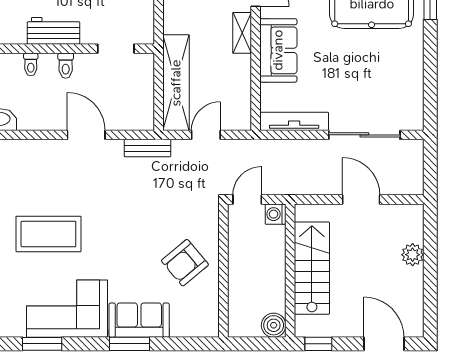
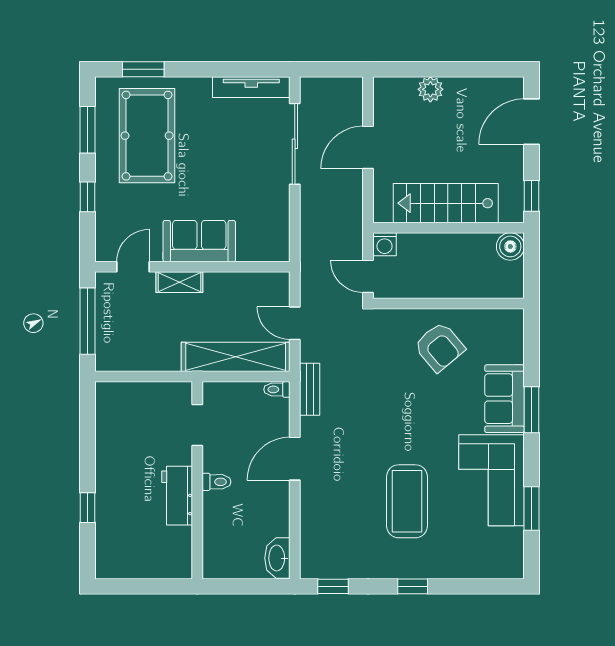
toilet: (31, 64) -> (277, 389), moved, turned 180
tv unit: (294, 121) -> (251, 87), moved, turned -90

